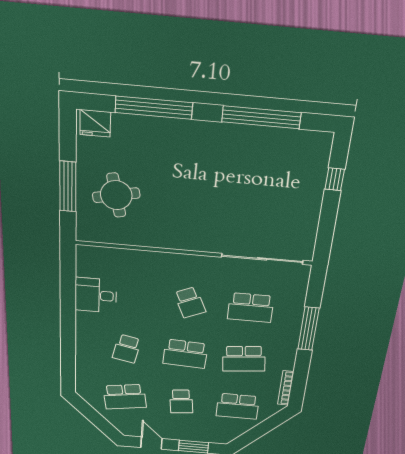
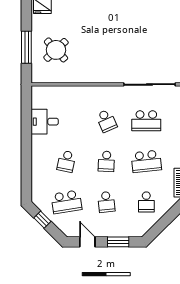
round table: (116, 195) -> (56, 50), turned -31
school desk: (185, 354) -> (106, 161), width x0.54
school desk: (238, 406) -> (146, 202), width x0.54
window: (90, 414) -> (42, 220), added

